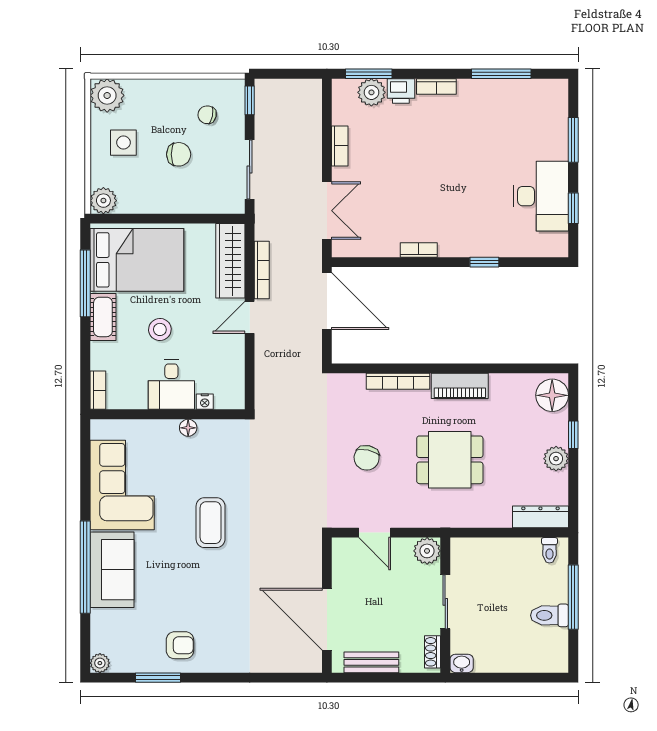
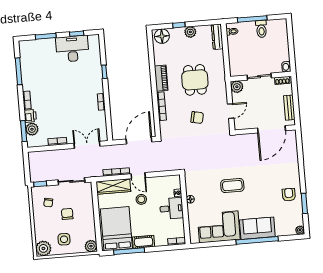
door: (327, 301) -> (139, 140), moved
stool: (160, 329) -> (141, 199), moved

